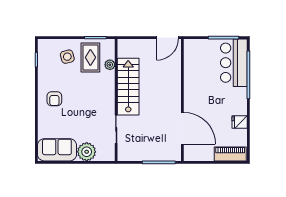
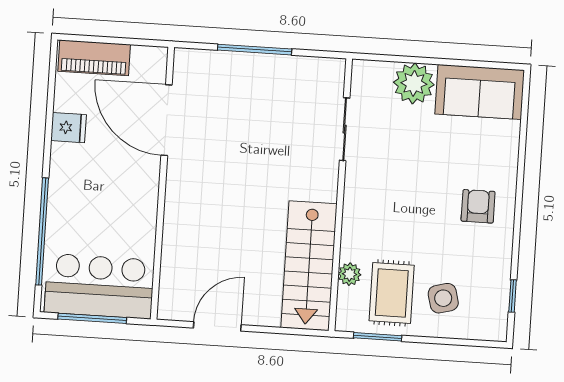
bar counter: (234, 63) -> (99, 286), moved, turned -90
stairs: (128, 87) -> (309, 266), moved
wall: (182, 100) -> (162, 183), moved
door: (182, 128) -> (167, 120), moved

